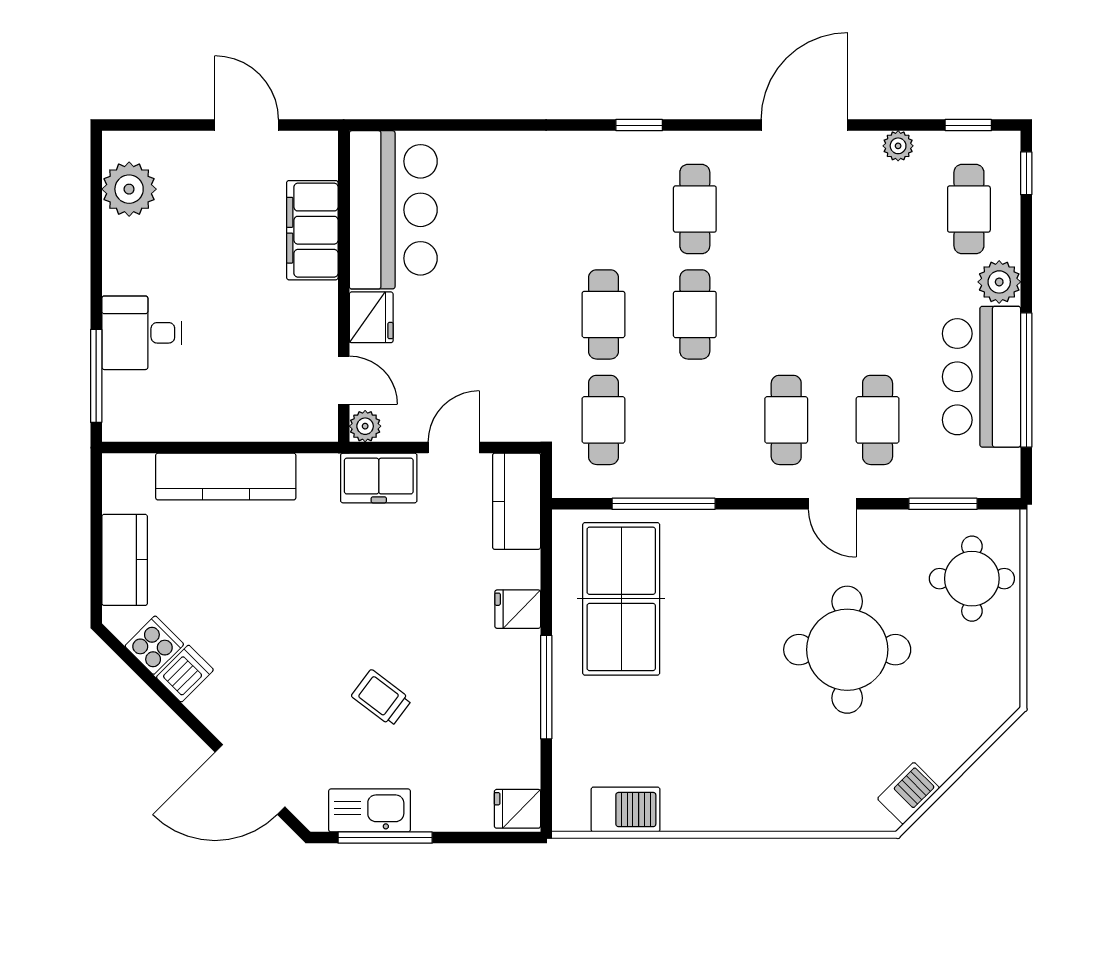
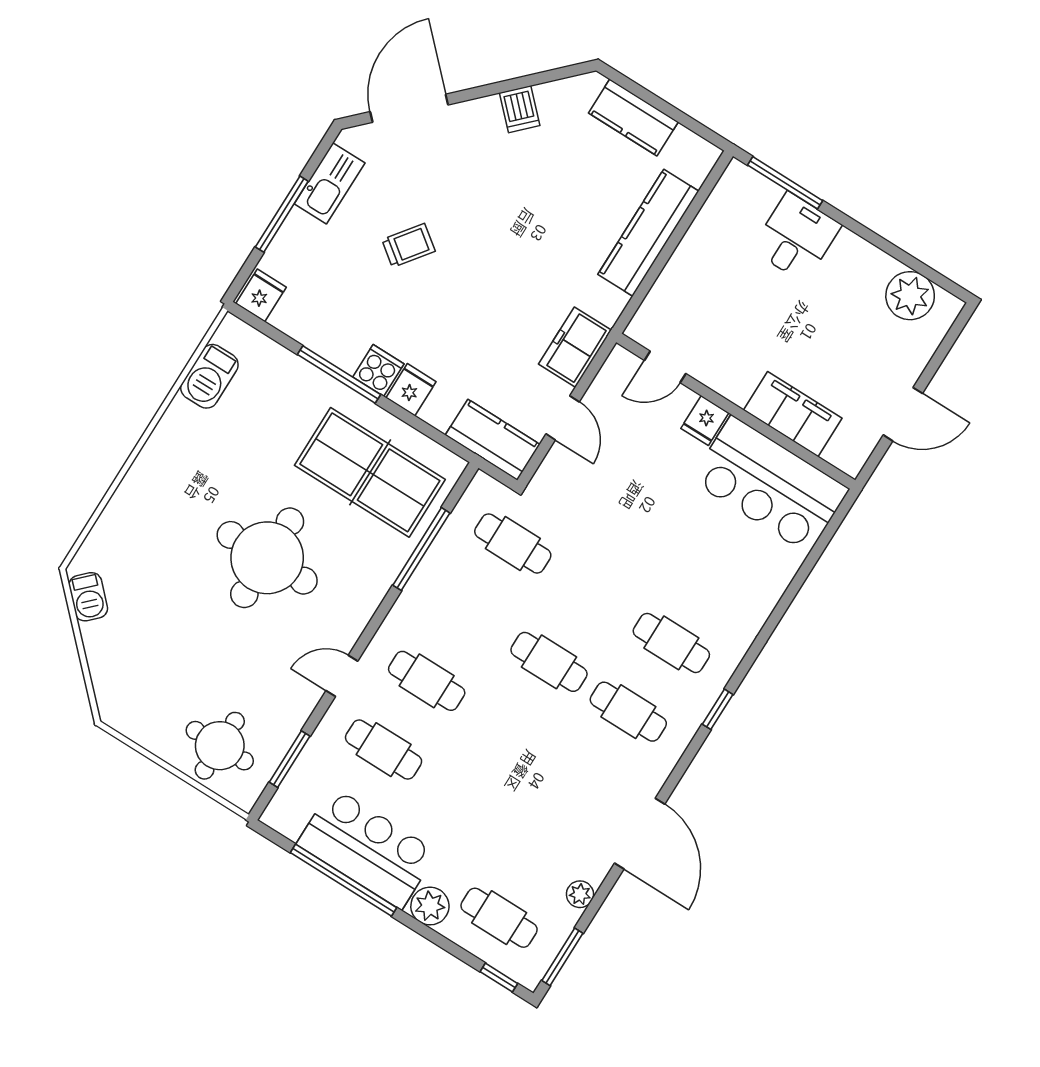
window: (968, 125) -> (562, 957), width x1.50
cafe table: (603, 314) -> (671, 643), moved
fridge: (371, 317) -> (705, 421), width x0.72
plant: (365, 426) -> (621, 361), removed
cooker: (154, 645) -> (378, 370), moved, turned -135
round table: (847, 650) -> (267, 558), moved
window: (385, 838) -> (282, 214), moved

